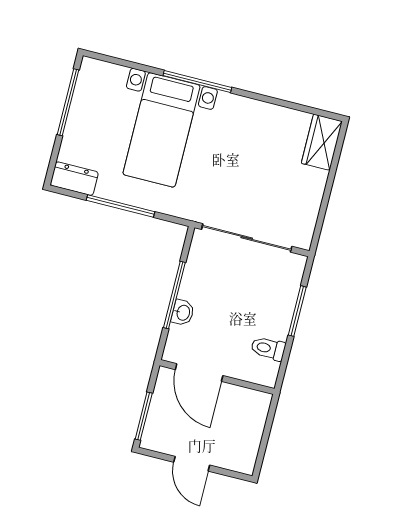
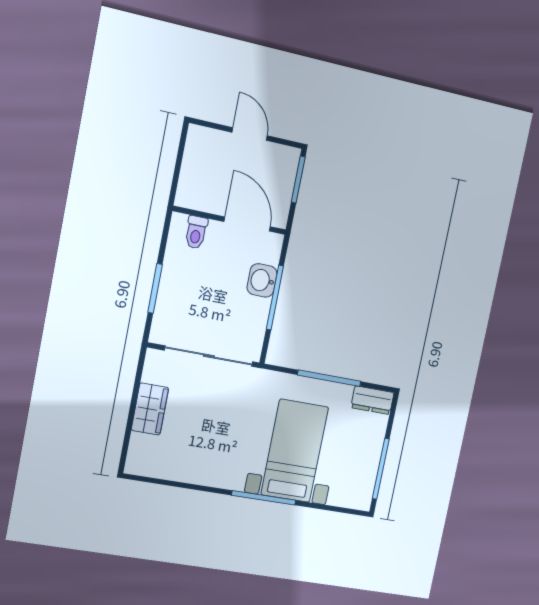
wardrobe: (322, 142) -> (150, 409), moved
washbasin: (183, 313) -> (262, 280), width x1.38, depth x1.45
toilet: (268, 348) -> (196, 232), moved, turned 90

